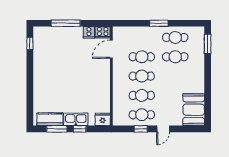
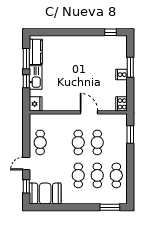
window: (66, 23) -> (130, 67), width x0.69
window: (159, 23) -> (130, 135), moved
cooker: (89, 32) -> (121, 75), moved
door: (111, 49) -> (89, 112), moved
cafe table: (142, 95) -> (78, 175), moved
window: (141, 129) -> (26, 186), moved
door: (163, 129) -> (26, 164), hinge flipped

